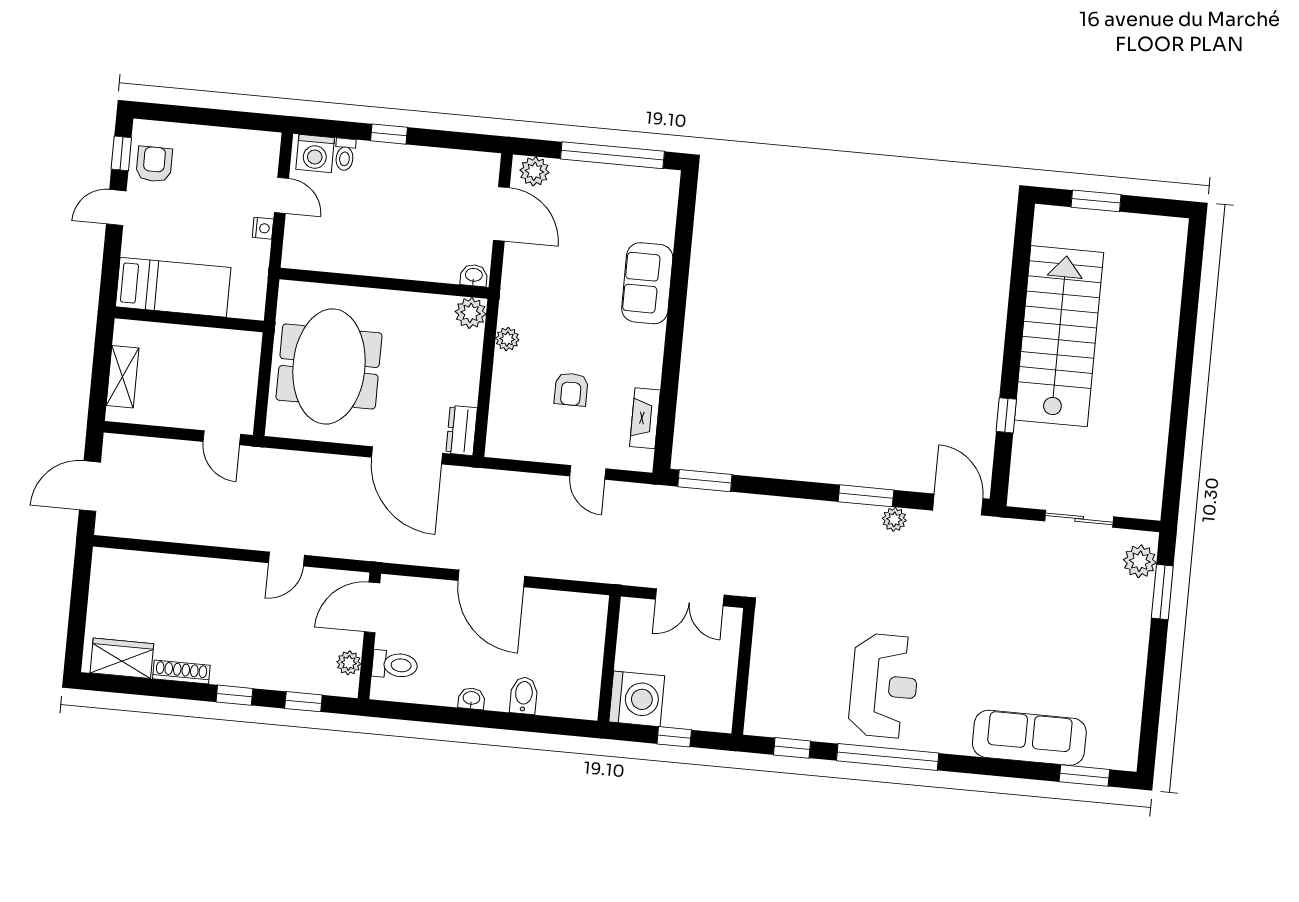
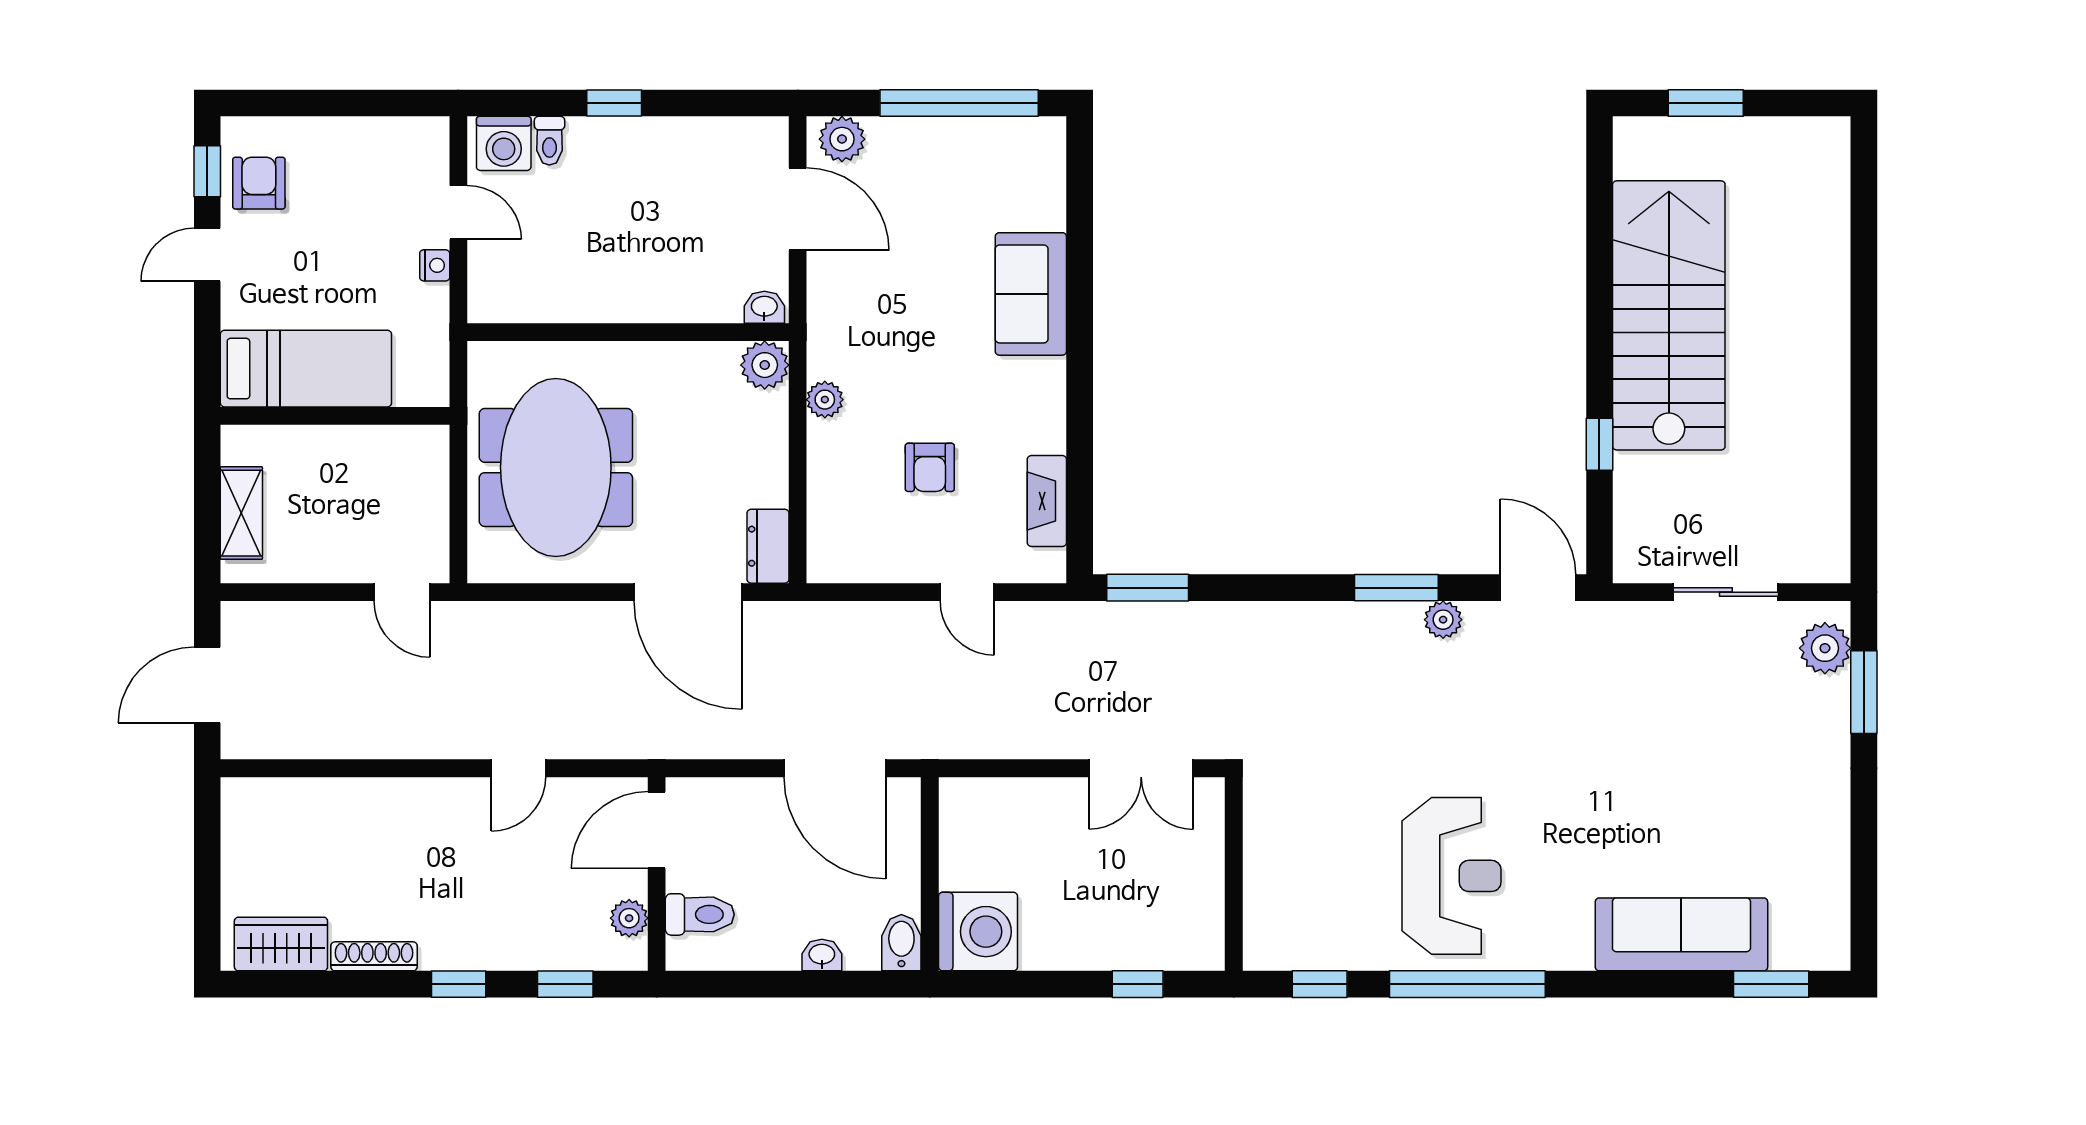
wall: (609, 659) -> (930, 874), moved
washing machine: (637, 699) -> (978, 932), moved

